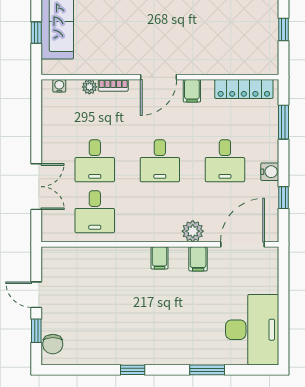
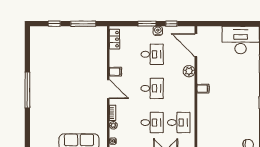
window: (283, 30) -> (83, 24), width x2.17
locker: (244, 89) -> (114, 39), width x0.66
window: (283, 122) -> (147, 24), moved
filing cabinet: (198, 259) -> (203, 68), removed

